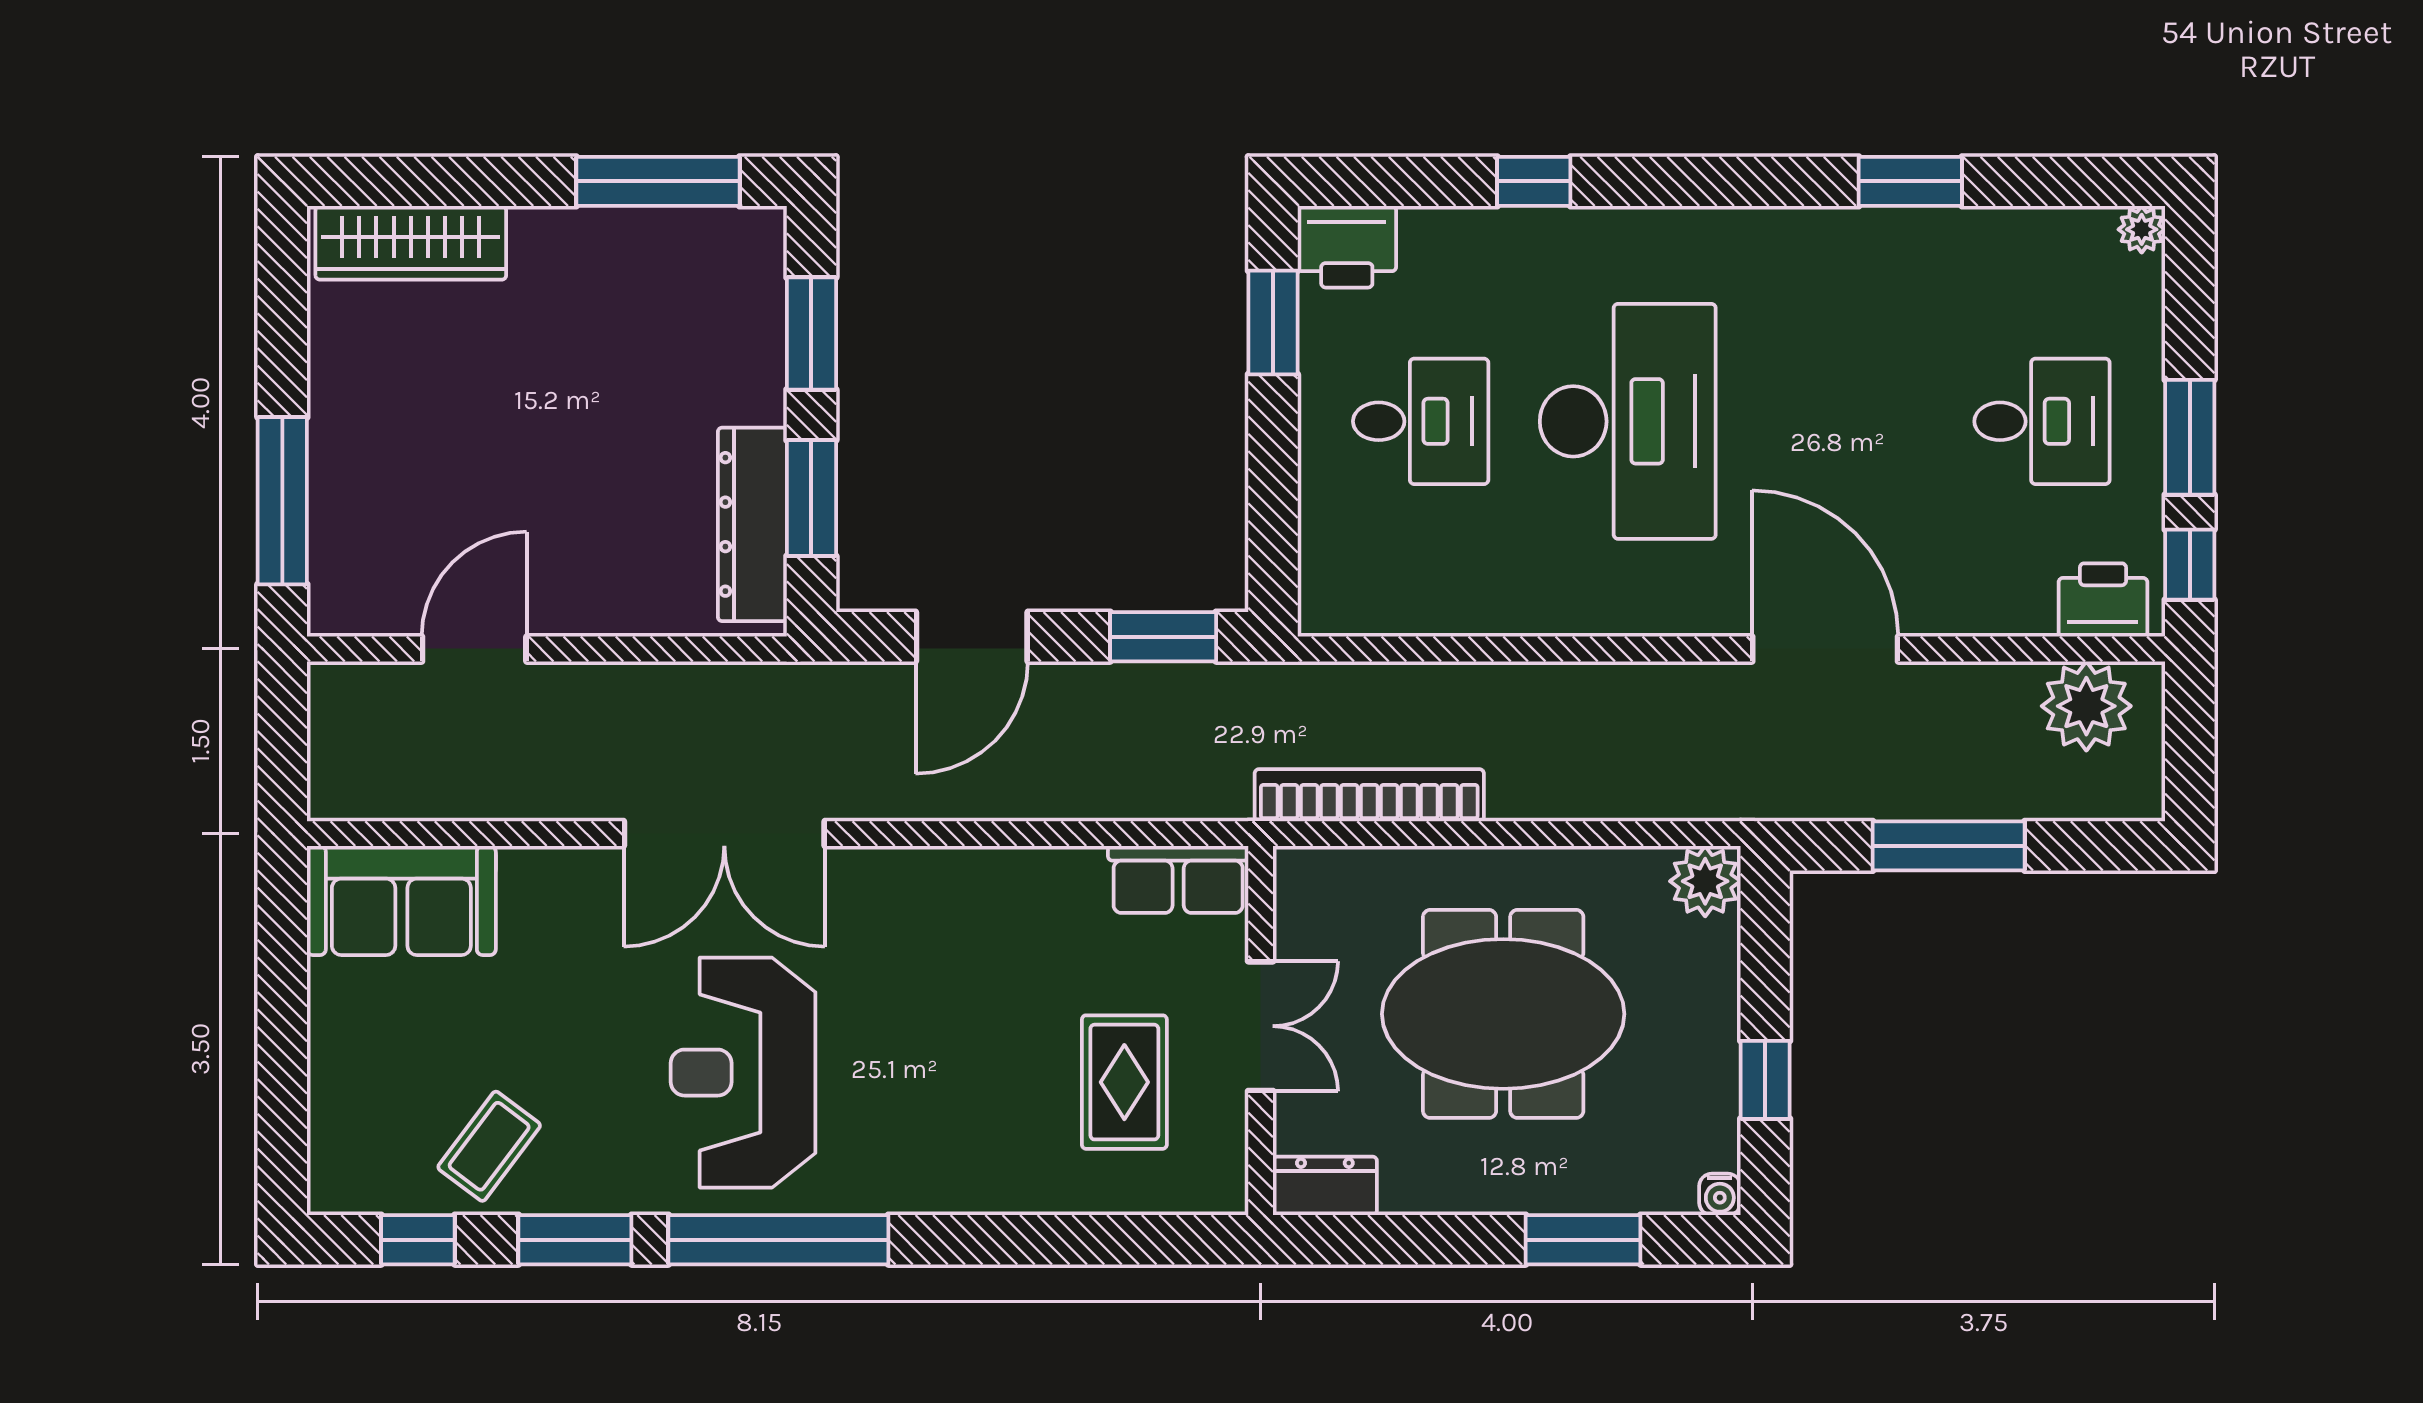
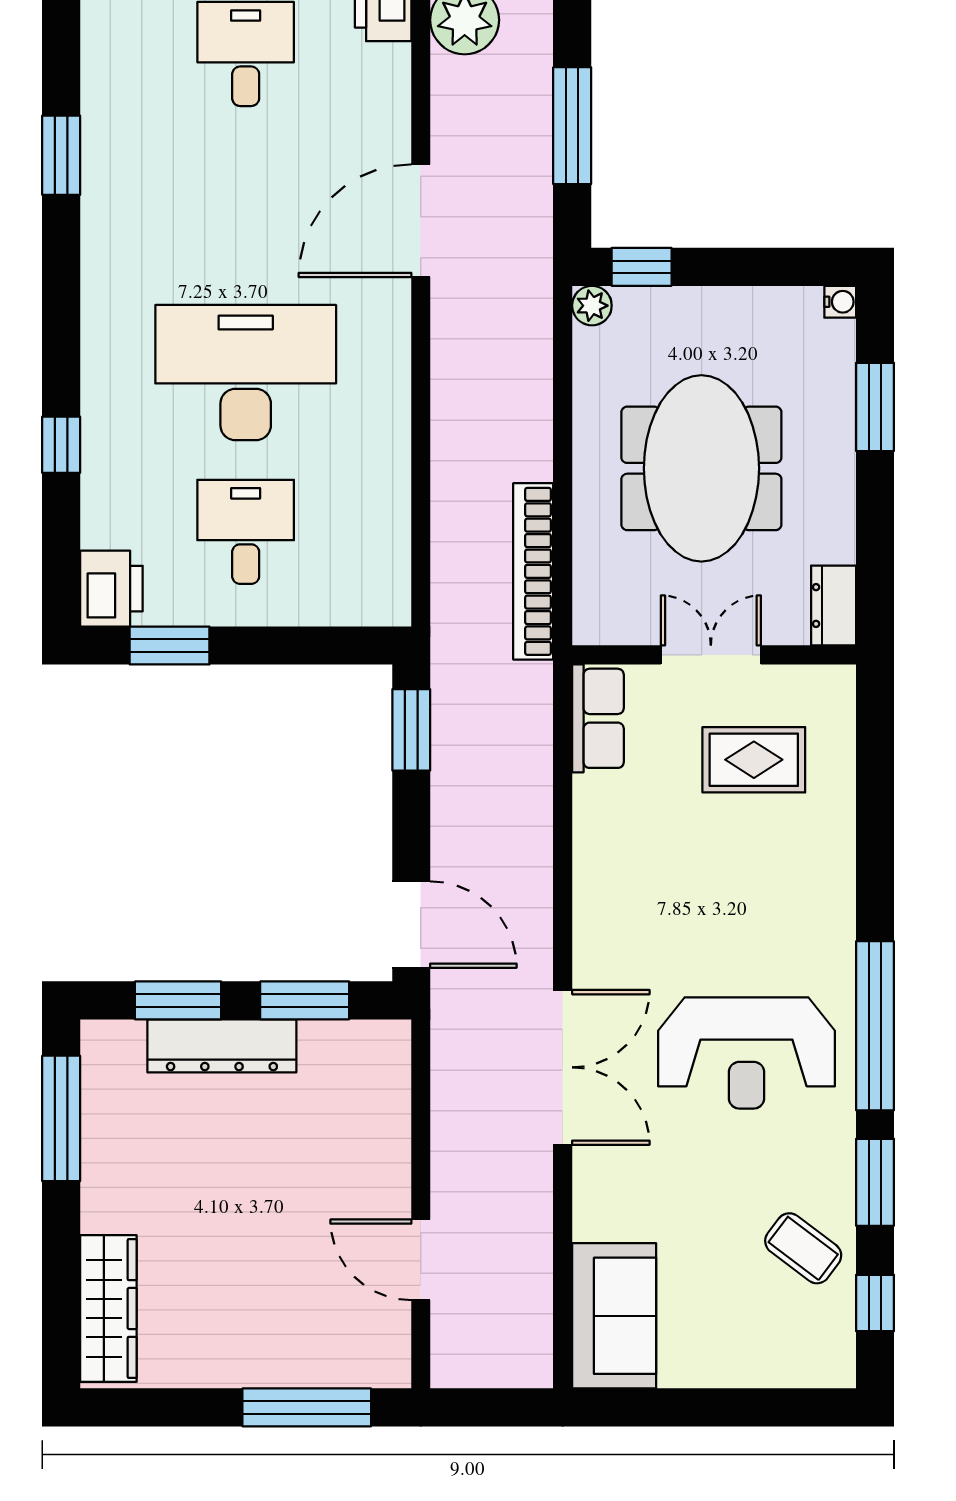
dresser: (752, 524) -> (222, 1046), moved
door: (972, 637) -> (411, 925), moved
plant: (1705, 881) -> (592, 306), width x0.73, depth x0.73
window: (1765, 1080) -> (642, 267), moved

